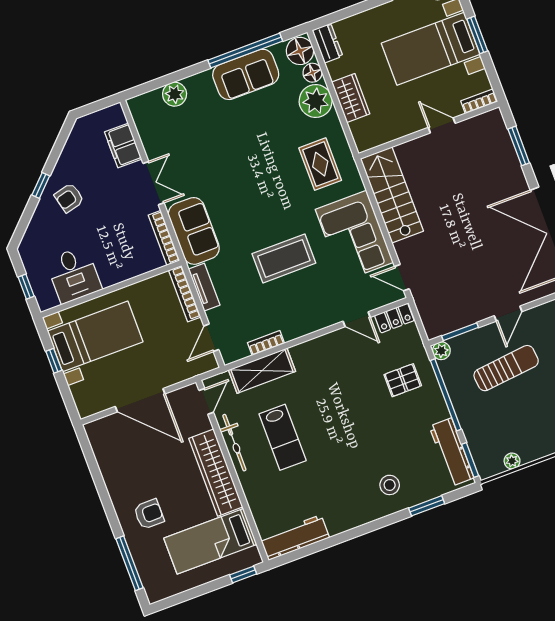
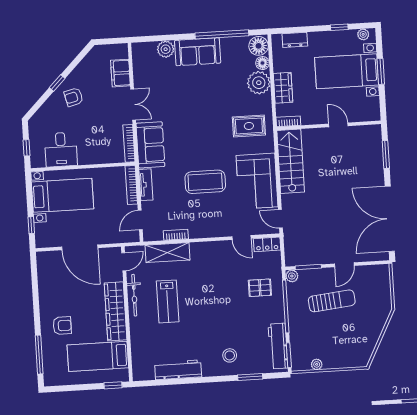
dresser: (327, 43) -> (295, 40), moved, turned 90
sofa: (246, 74) -> (198, 52), moved
bookcase: (479, 101) -> (288, 121), moved
rug: (320, 164) -> (249, 126), turned 90
window: (54, 361) -> (31, 225), moved
workbench: (295, 537) -> (178, 370), moved

